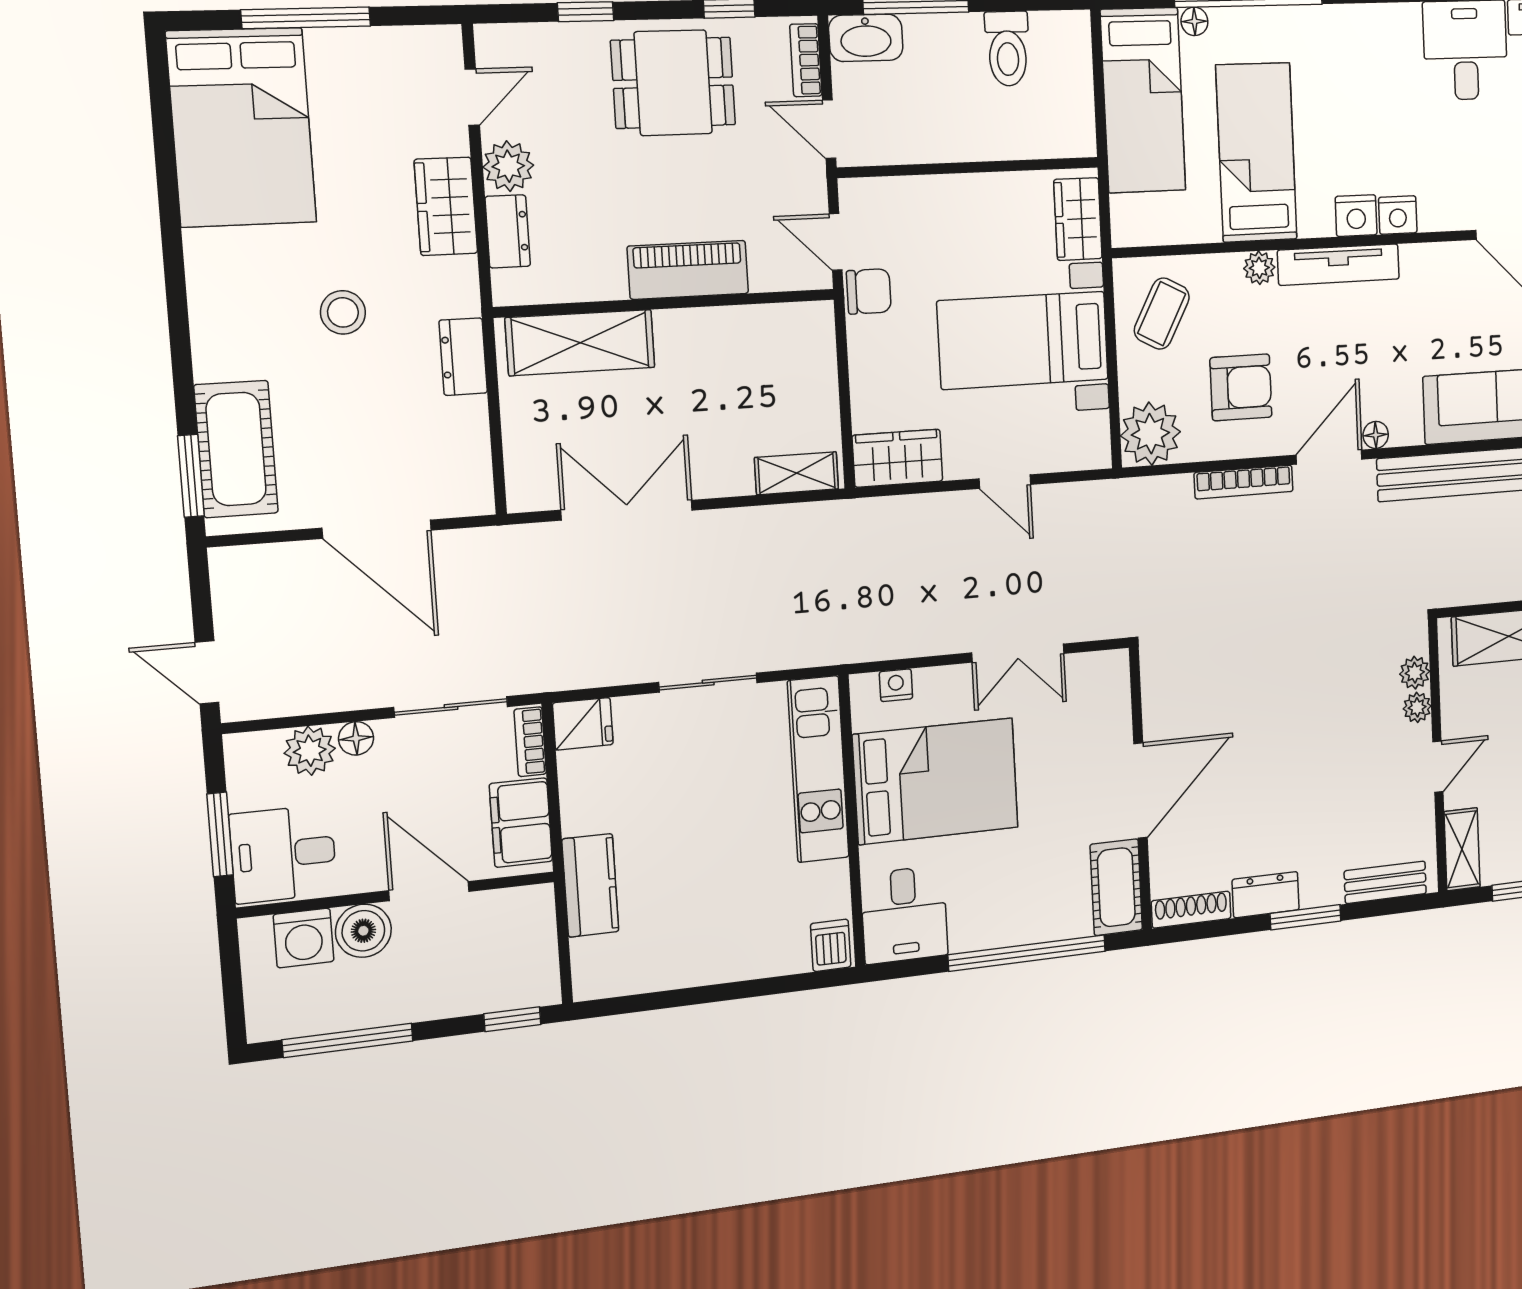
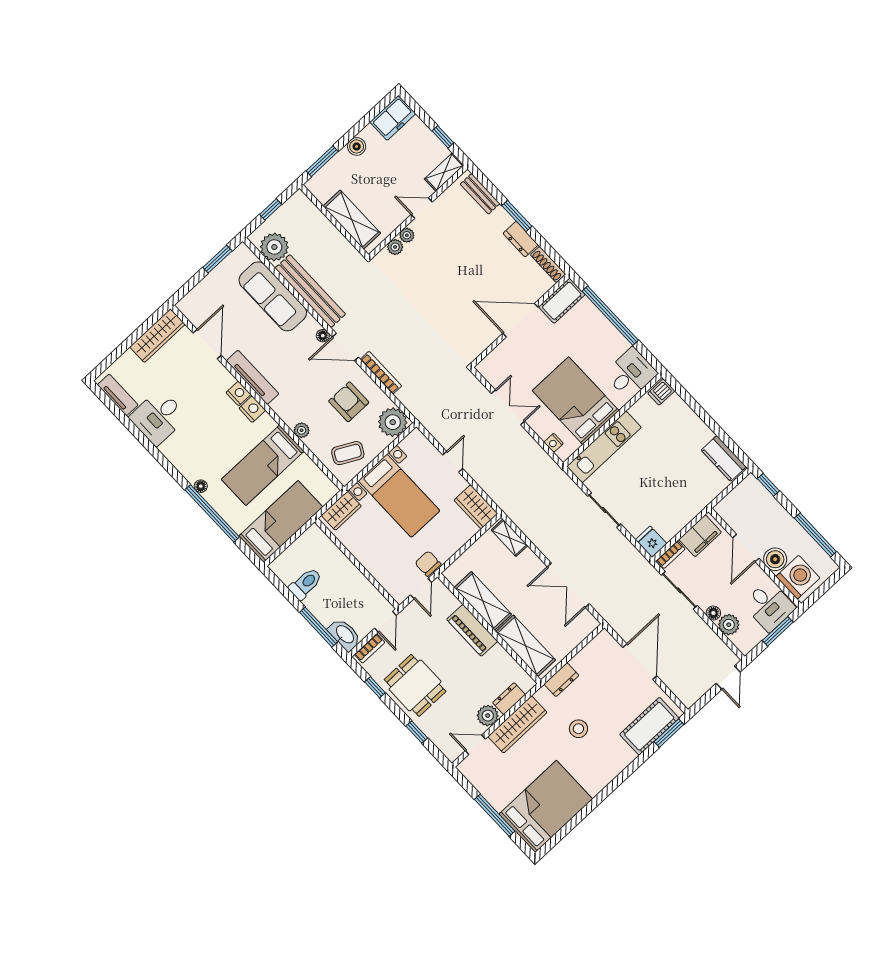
floor lamp: (1194, 21) -> (201, 486), moved
wardrobe: (446, 206) -> (517, 724), width x1.50
tv unit: (1339, 265) -> (253, 377), moved
shelving: (724, 333) -> (483, 601), added
kitchen counter: (590, 885) -> (724, 458), moved, turned -90
washing machine: (304, 938) -> (798, 577), width x1.37, depth x1.37

